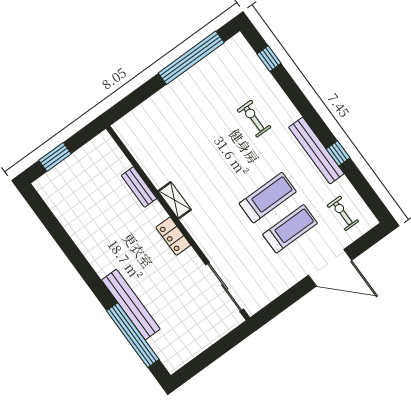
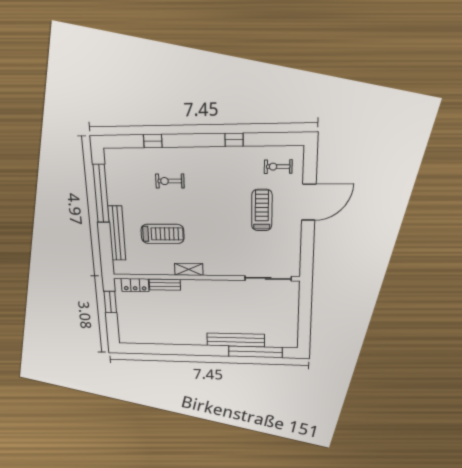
window: (269, 59) -> (153, 141), moved
bench: (316, 151) -> (117, 233), moved, turned 90
window: (55, 157) -> (110, 302), moved
treadmill: (268, 198) -> (163, 234), moved, turned 90
locker: (173, 236) -> (135, 285), moved

